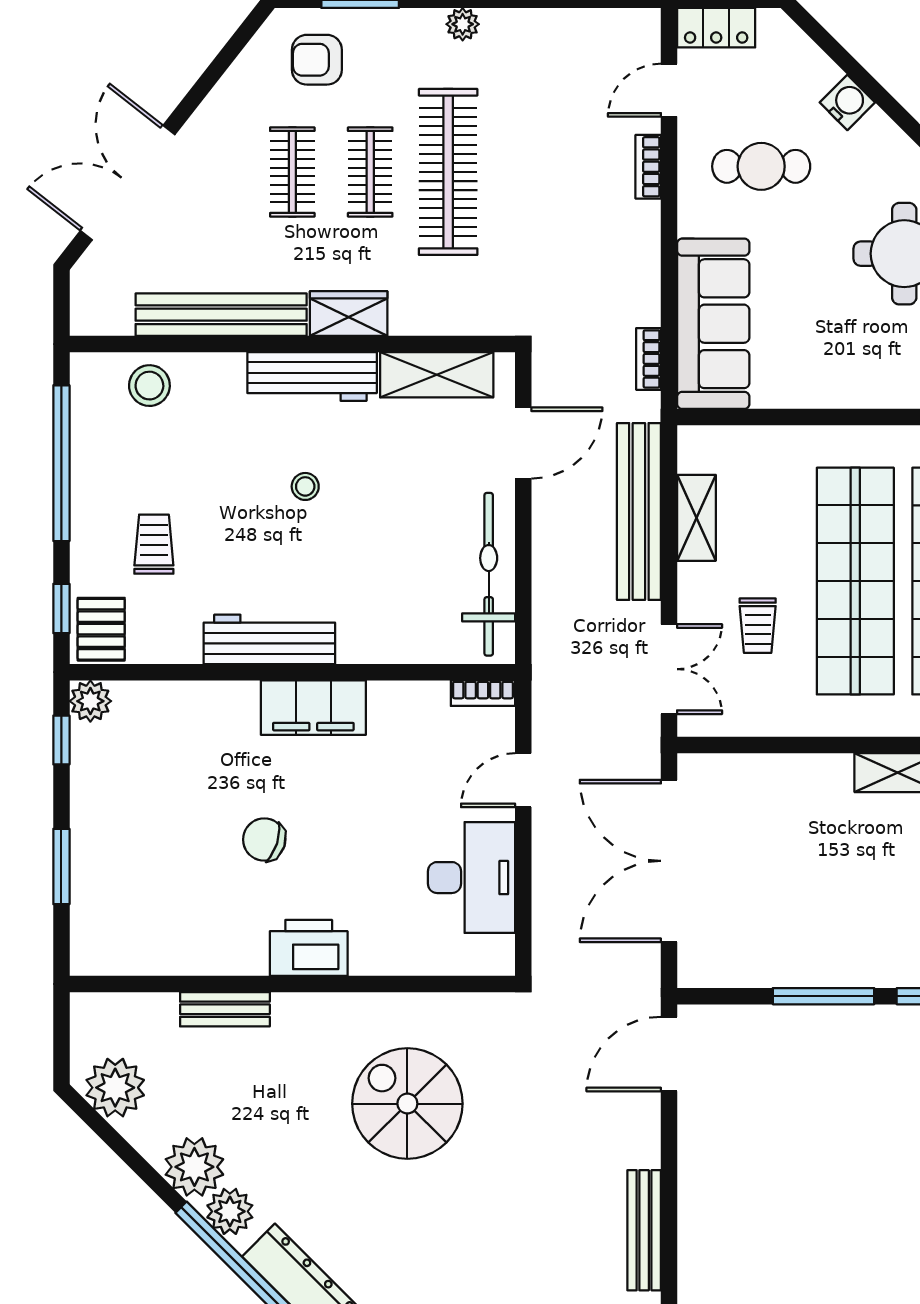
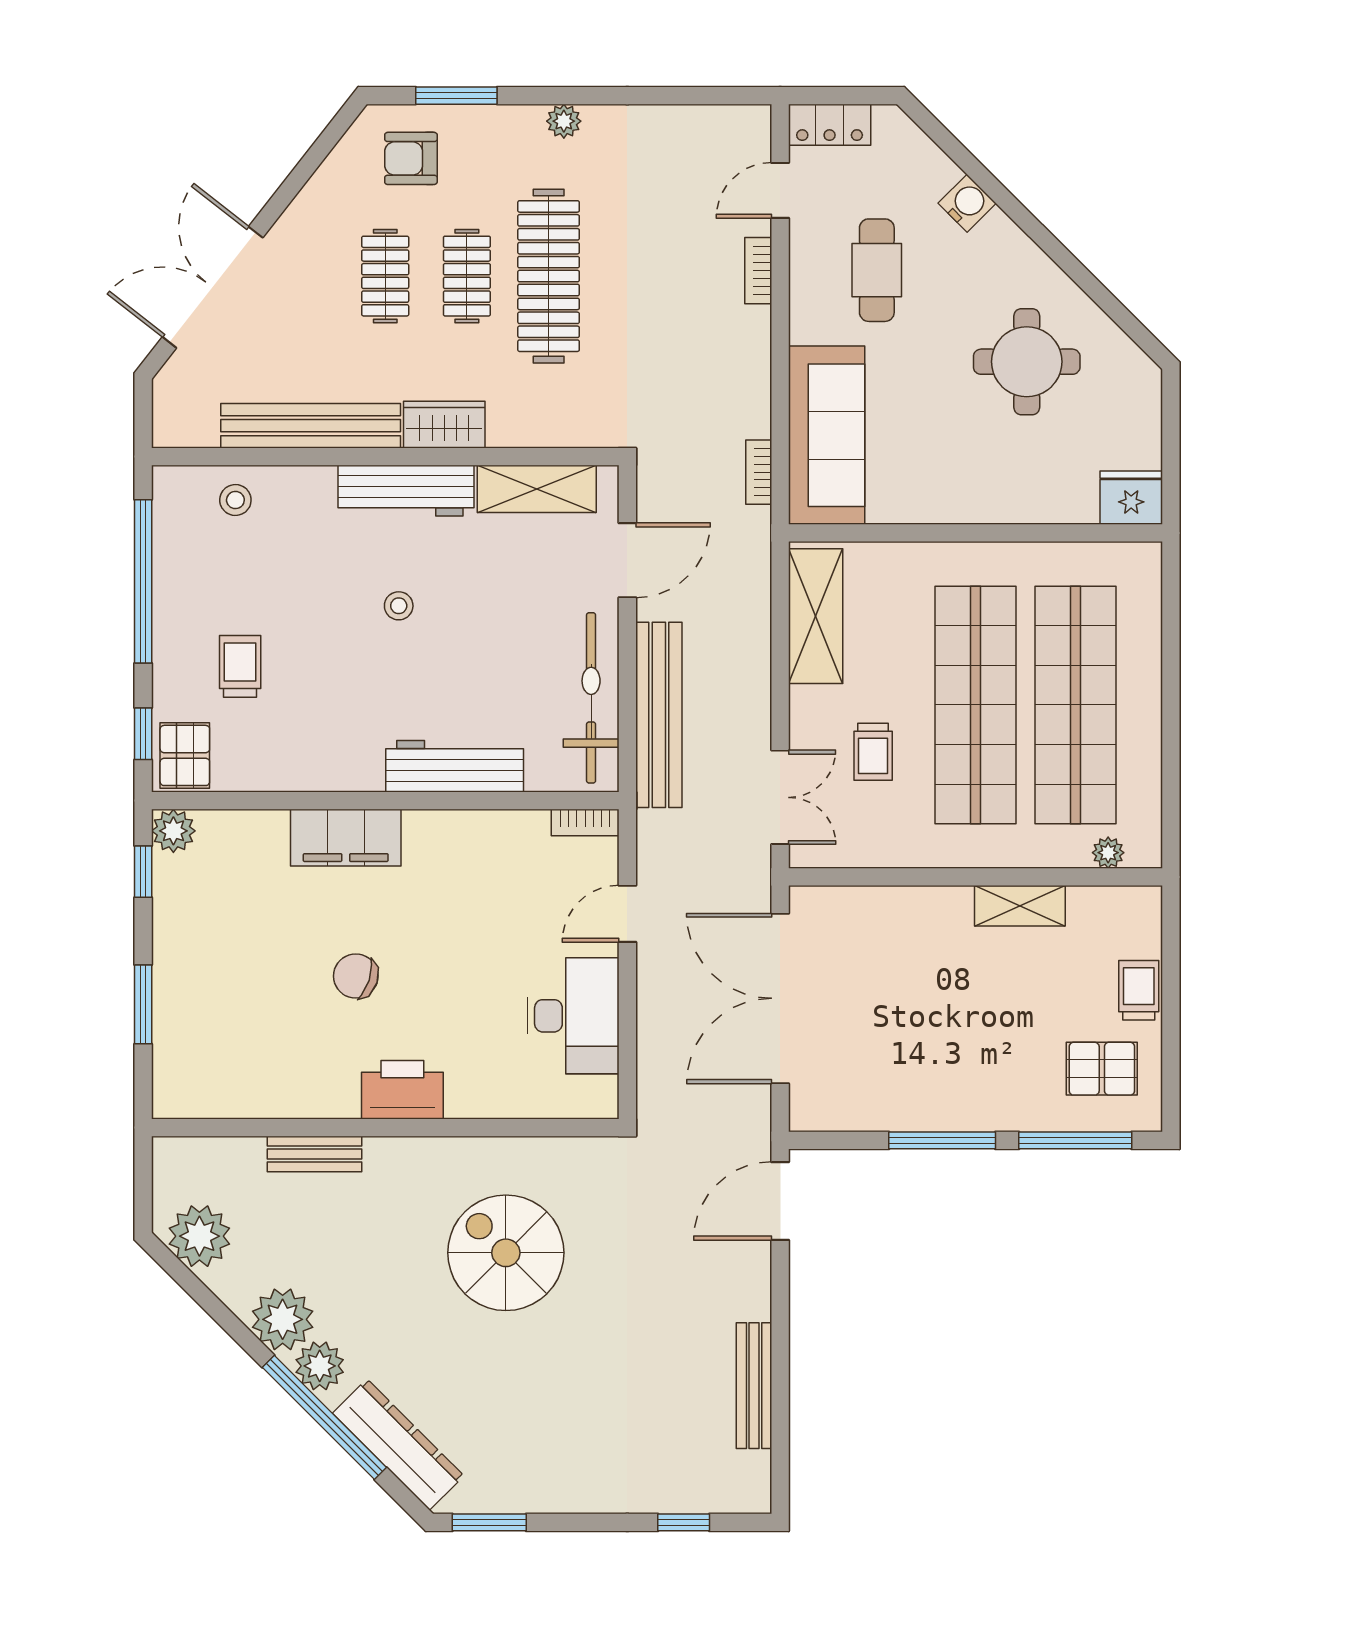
cafe table: (761, 166) -> (877, 270), turned 90
stool: (149, 386) -> (235, 500), width x0.73, depth x0.73
bench: (639, 512) -> (659, 715), moved
shelving: (696, 518) -> (816, 616), width x1.50, depth x1.33
workbench: (269, 639) -> (455, 766), moved
filing cabinet: (313, 708) -> (346, 838), moved

